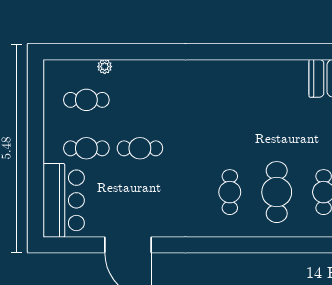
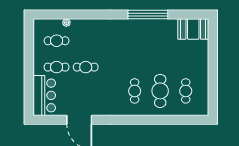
window: (254, 52) -> (148, 14), added

